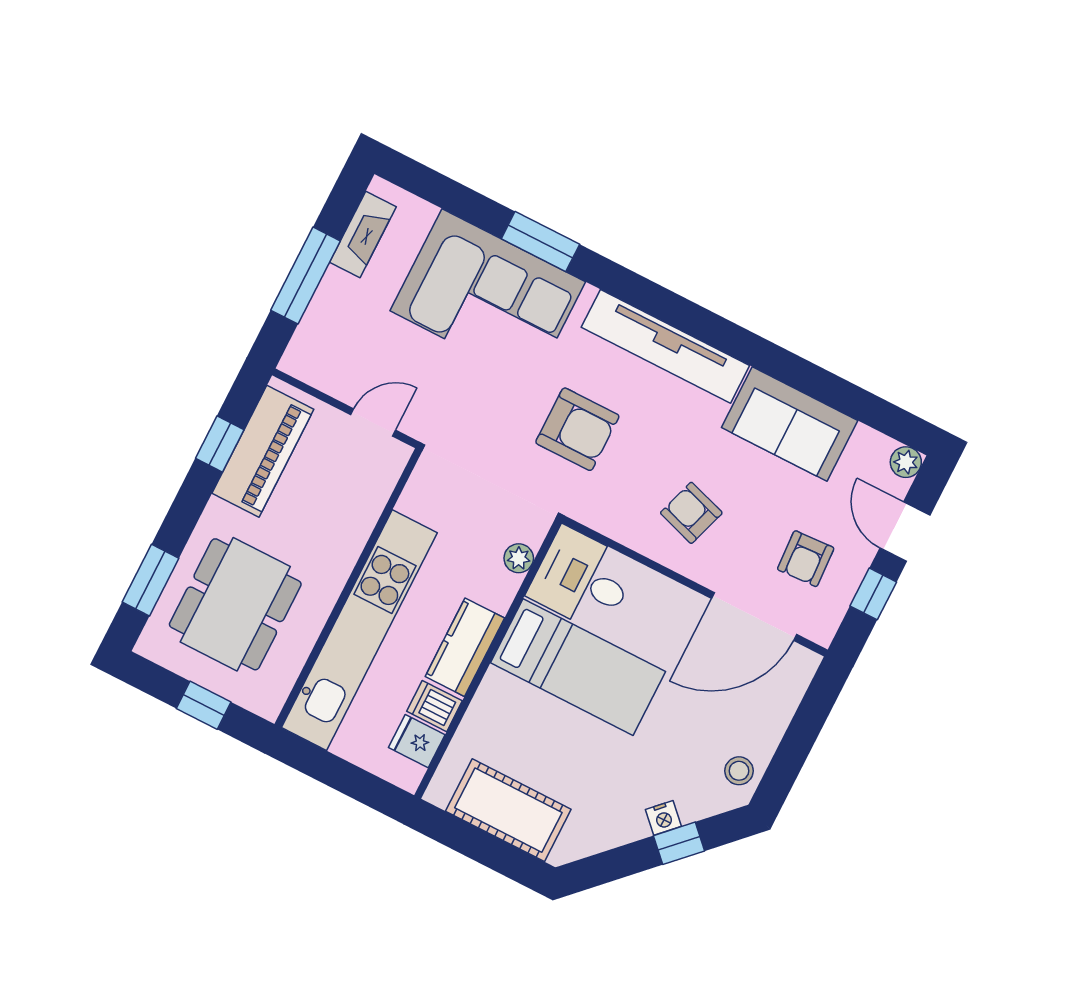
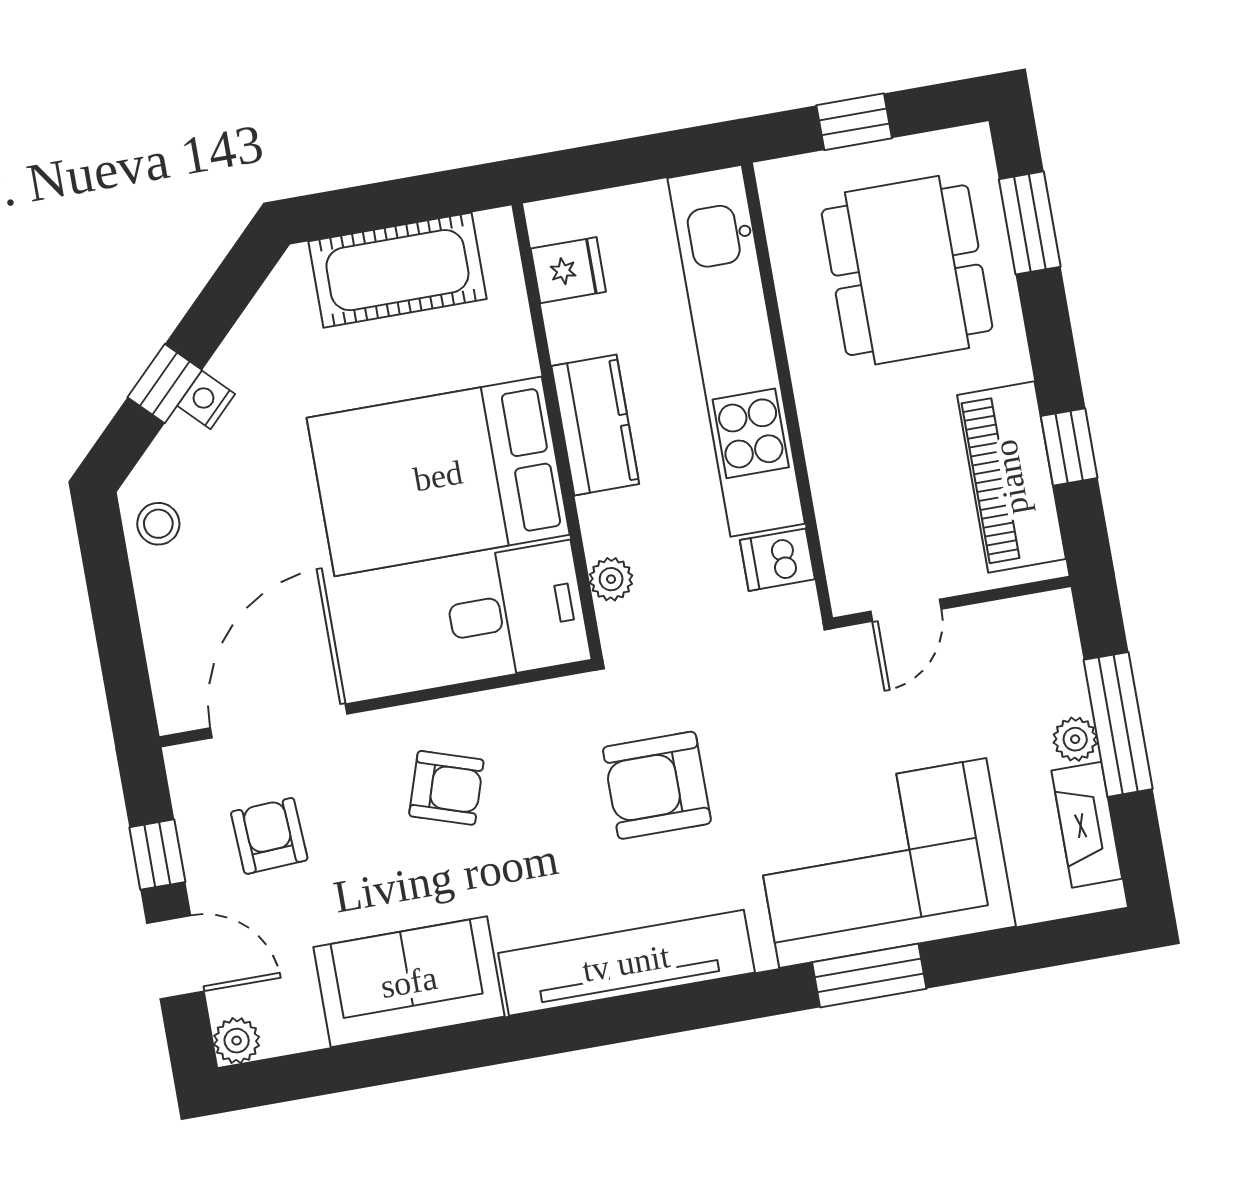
plant: (335, 285) -> (1075, 739), added
bed: (578, 667) -> (438, 476), width x1.50
dishwasher: (434, 706) -> (777, 560), moved, turned 180

